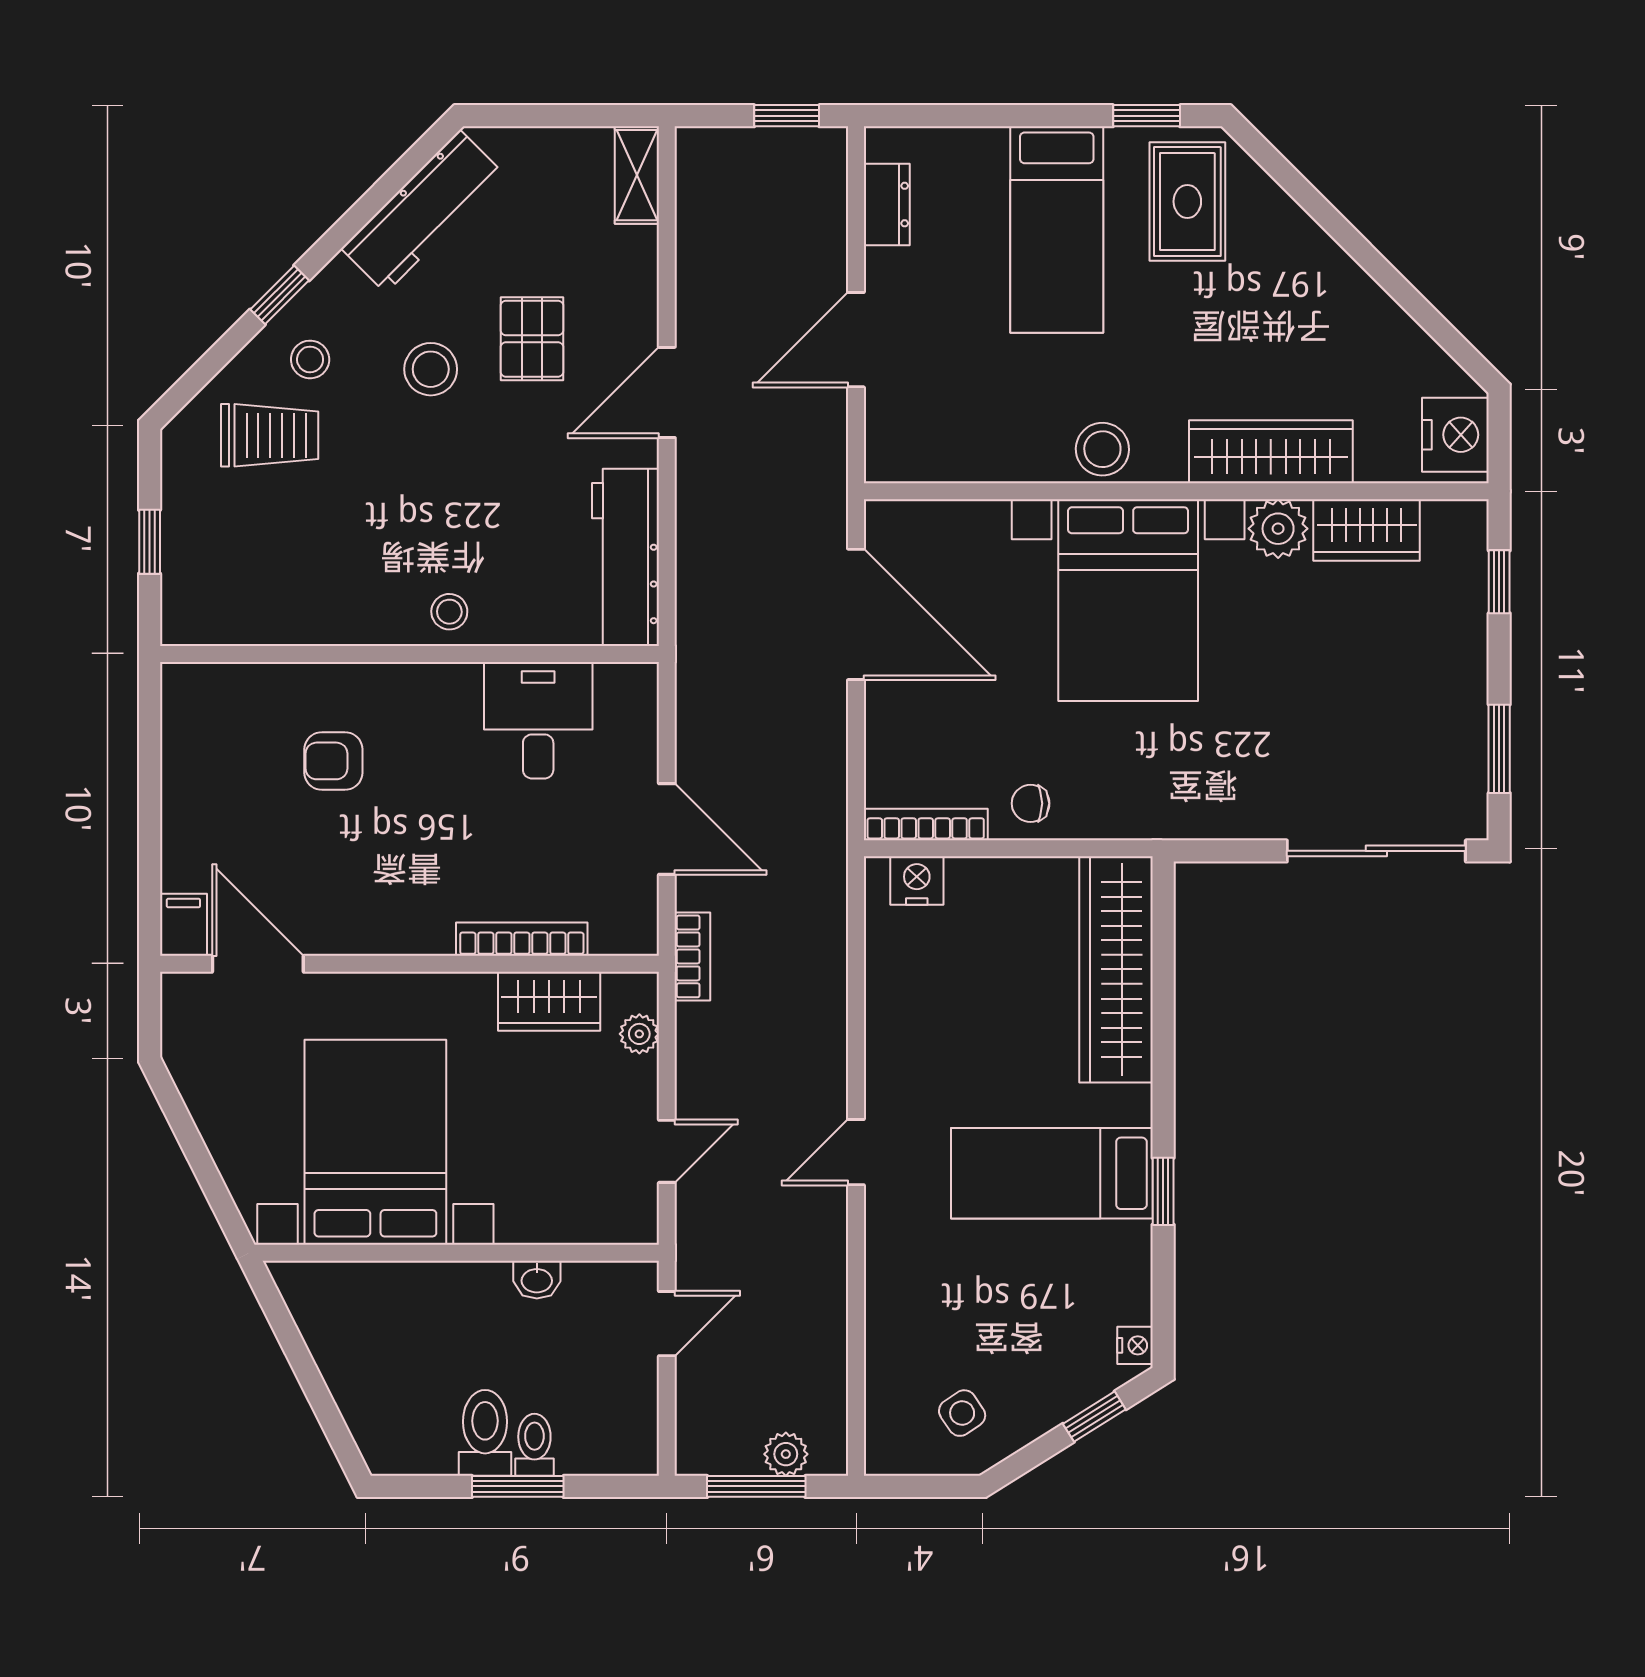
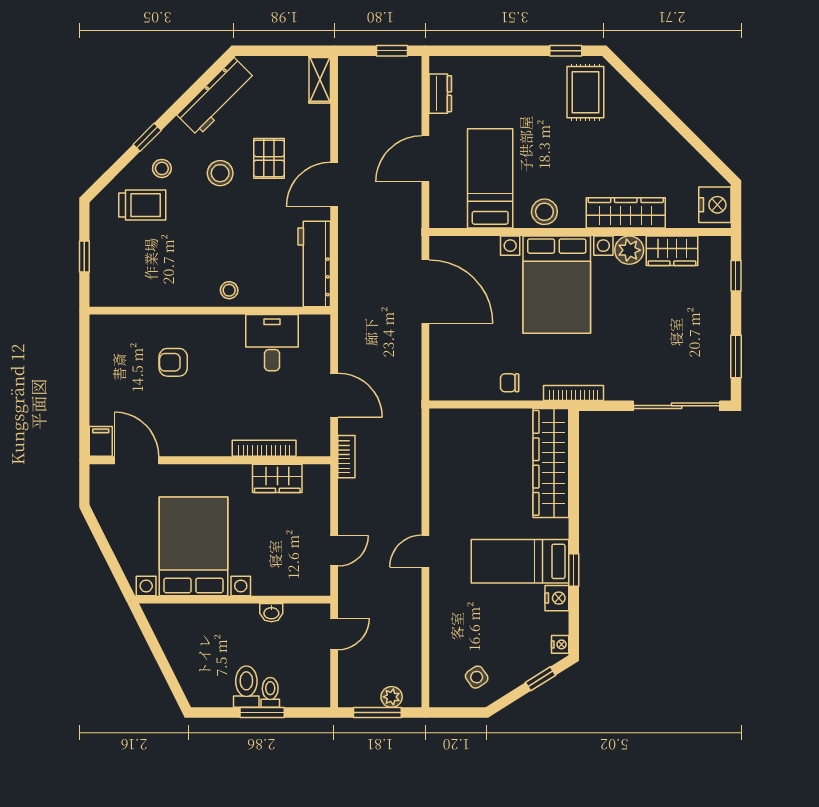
bed: (1057, 229) -> (490, 178), moved, turned 180
bookcase: (926, 825) -> (574, 393), moved
nightstand: (917, 881) -> (557, 598), moved, turned 90
plant: (639, 1034) -> (321, 494), removed

